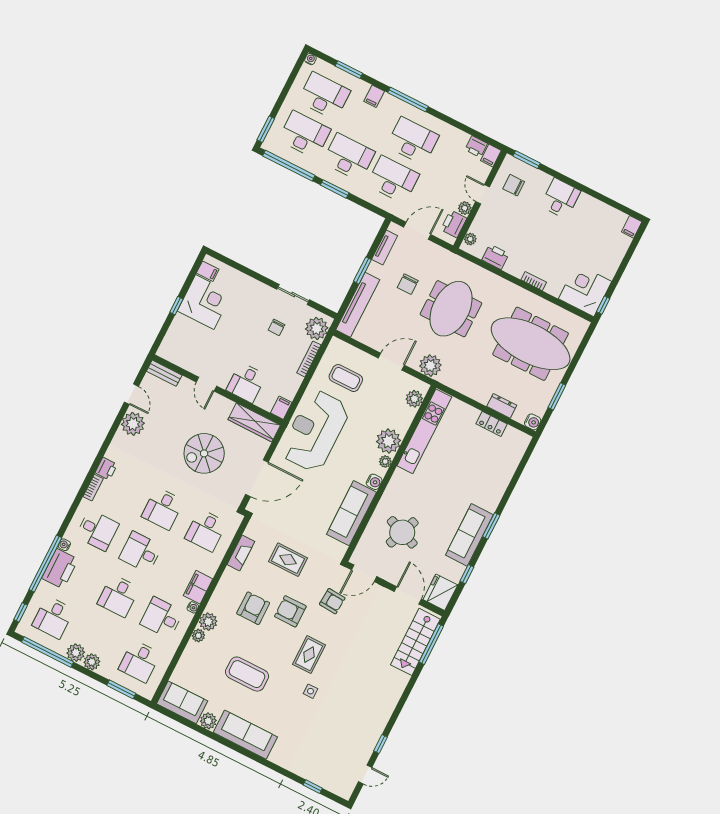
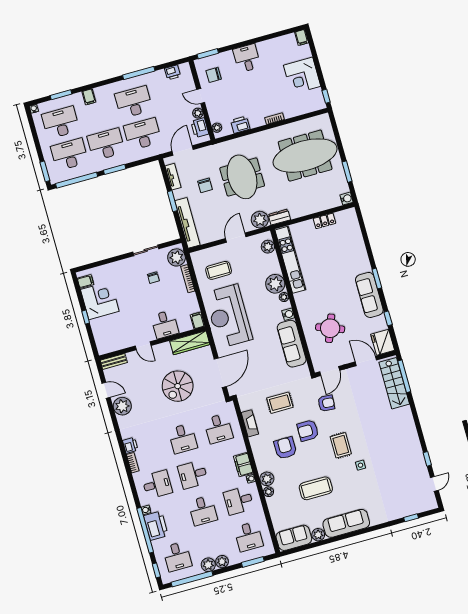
window: (408, 100) -> (139, 73), moved
filing cabinet: (491, 156) -> (185, 70), removed
corner desk: (585, 290) -> (302, 76), moved, turned -90
dresser: (502, 406) -> (279, 217), moved

